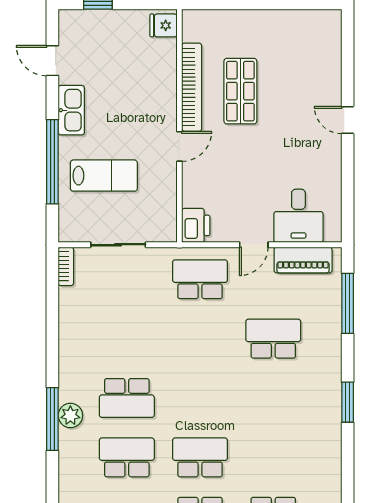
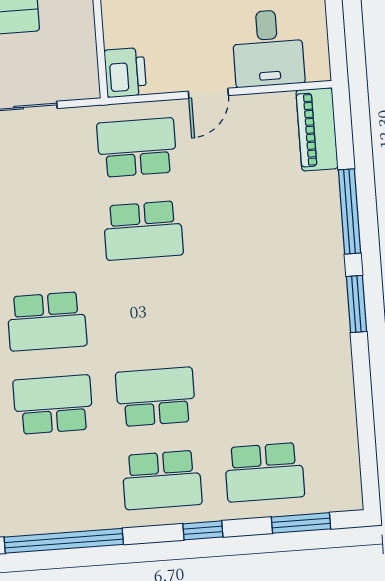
piano: (303, 260) -> (317, 129), moved, turned 90
window: (348, 303) -> (349, 211), moved
school desk: (273, 339) -> (143, 231), moved, turned 180

